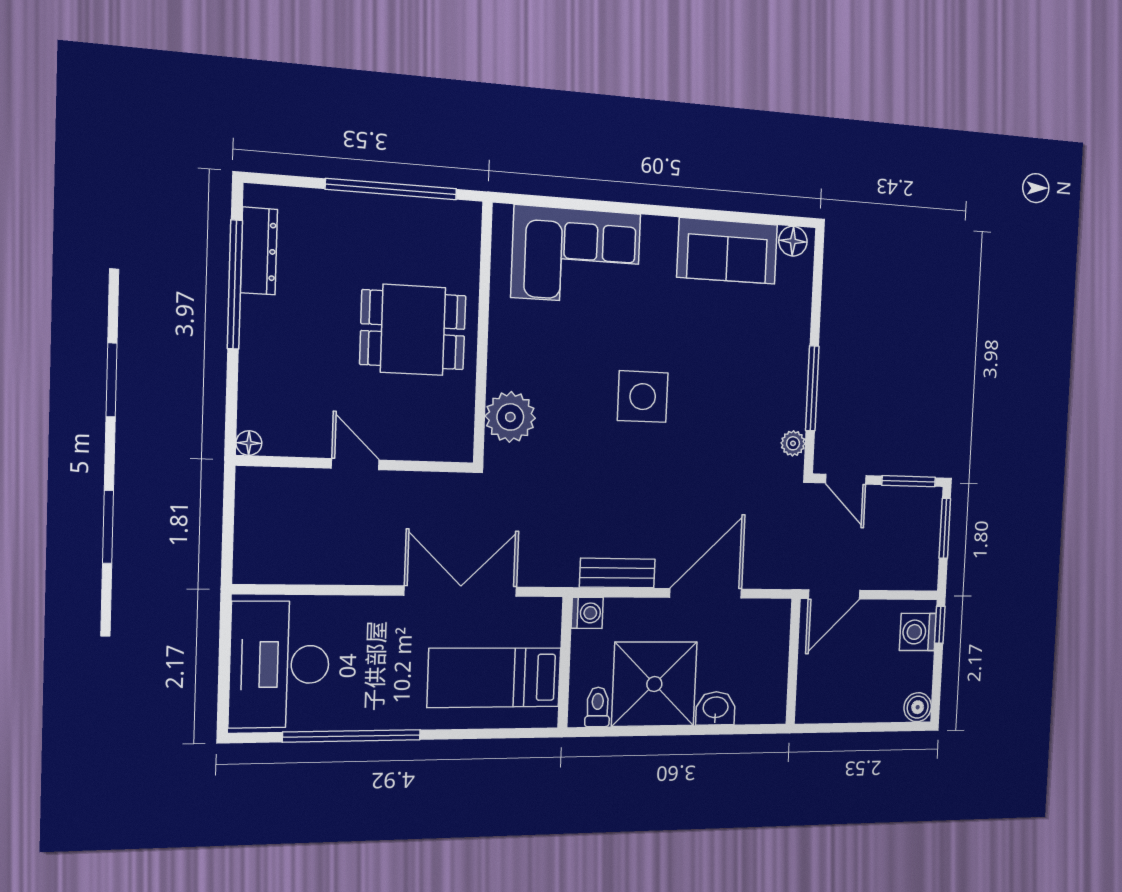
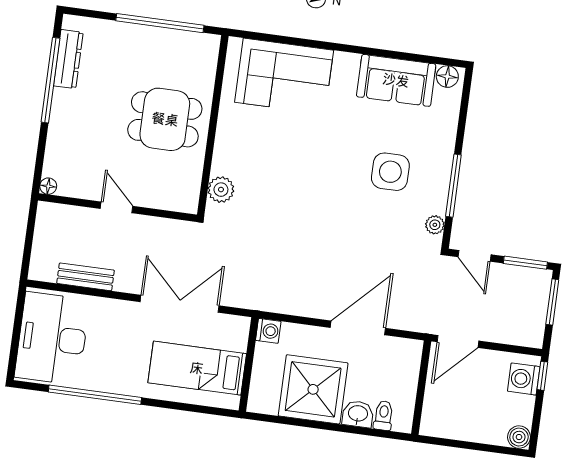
side table: (643, 397) -> (390, 172), moved
plant: (510, 417) -> (221, 190), width x0.73, depth x0.73
bench: (617, 573) -> (86, 277), moved
toilet: (598, 707) -> (384, 415), moved

